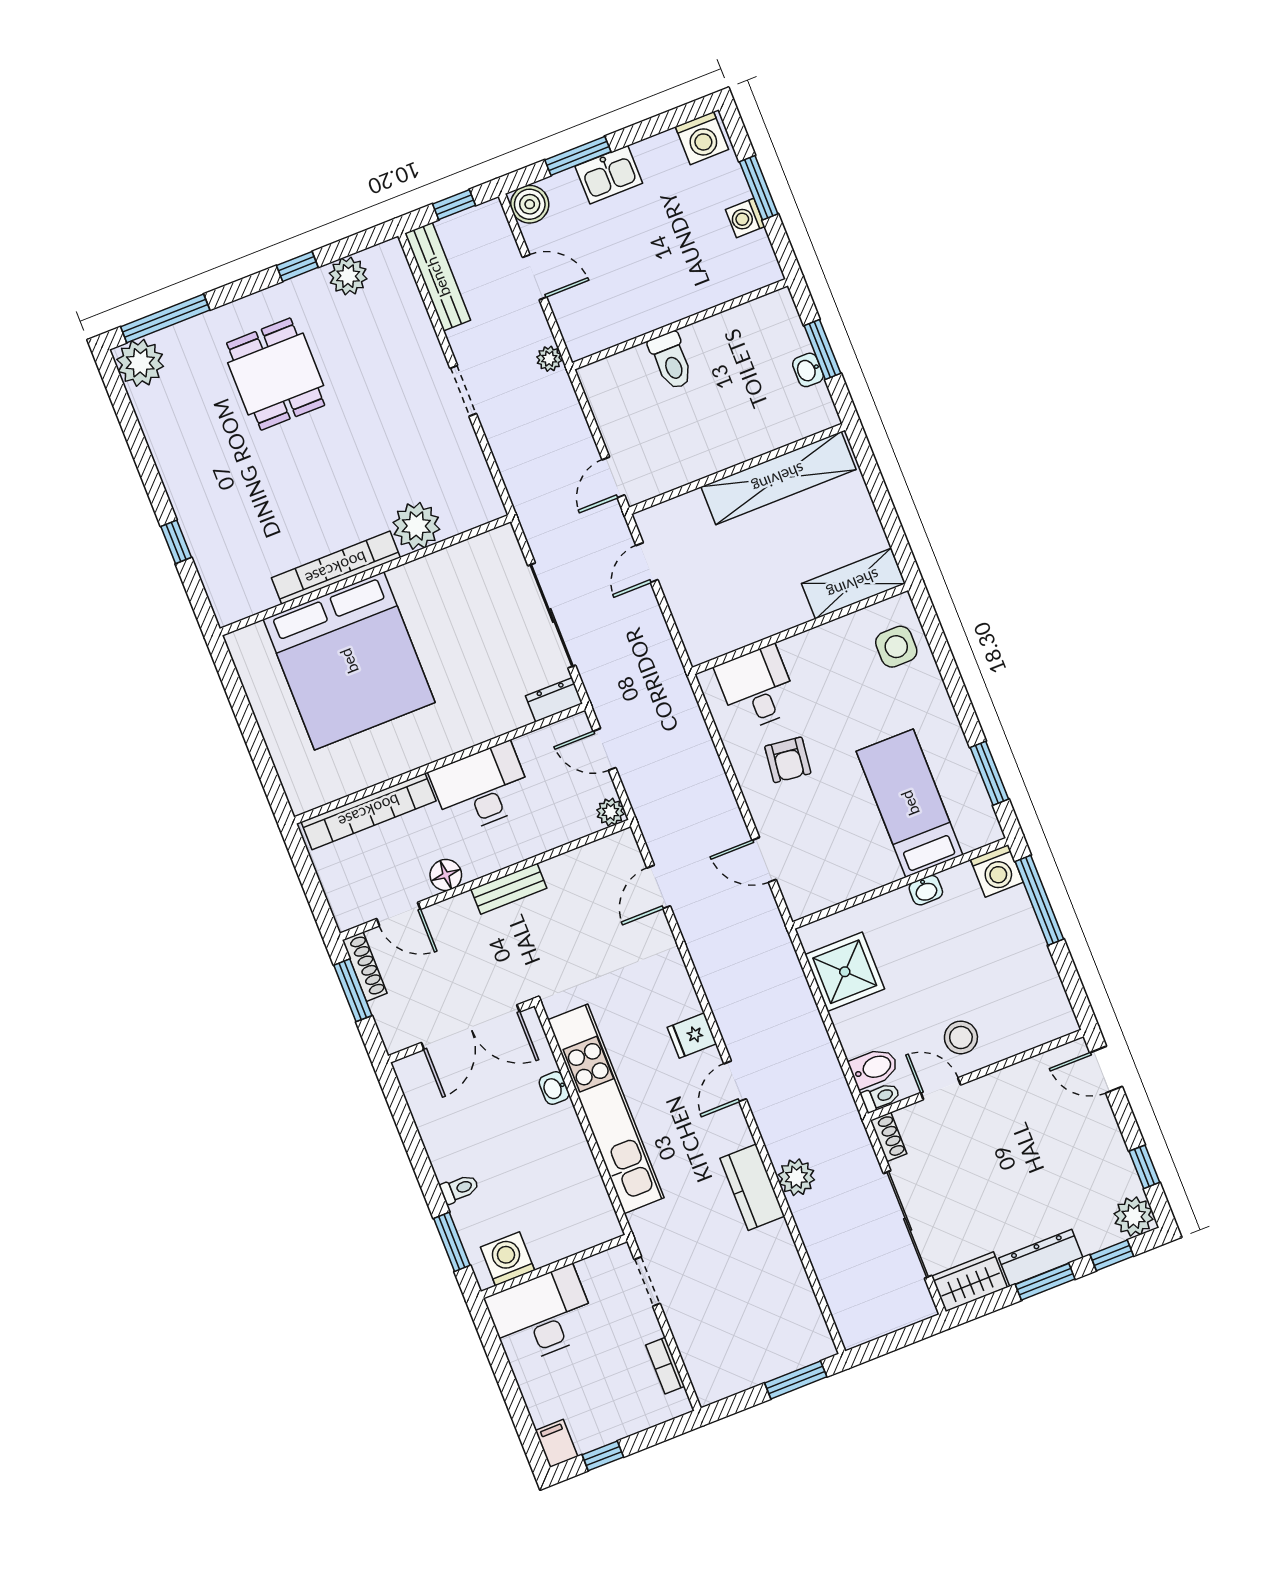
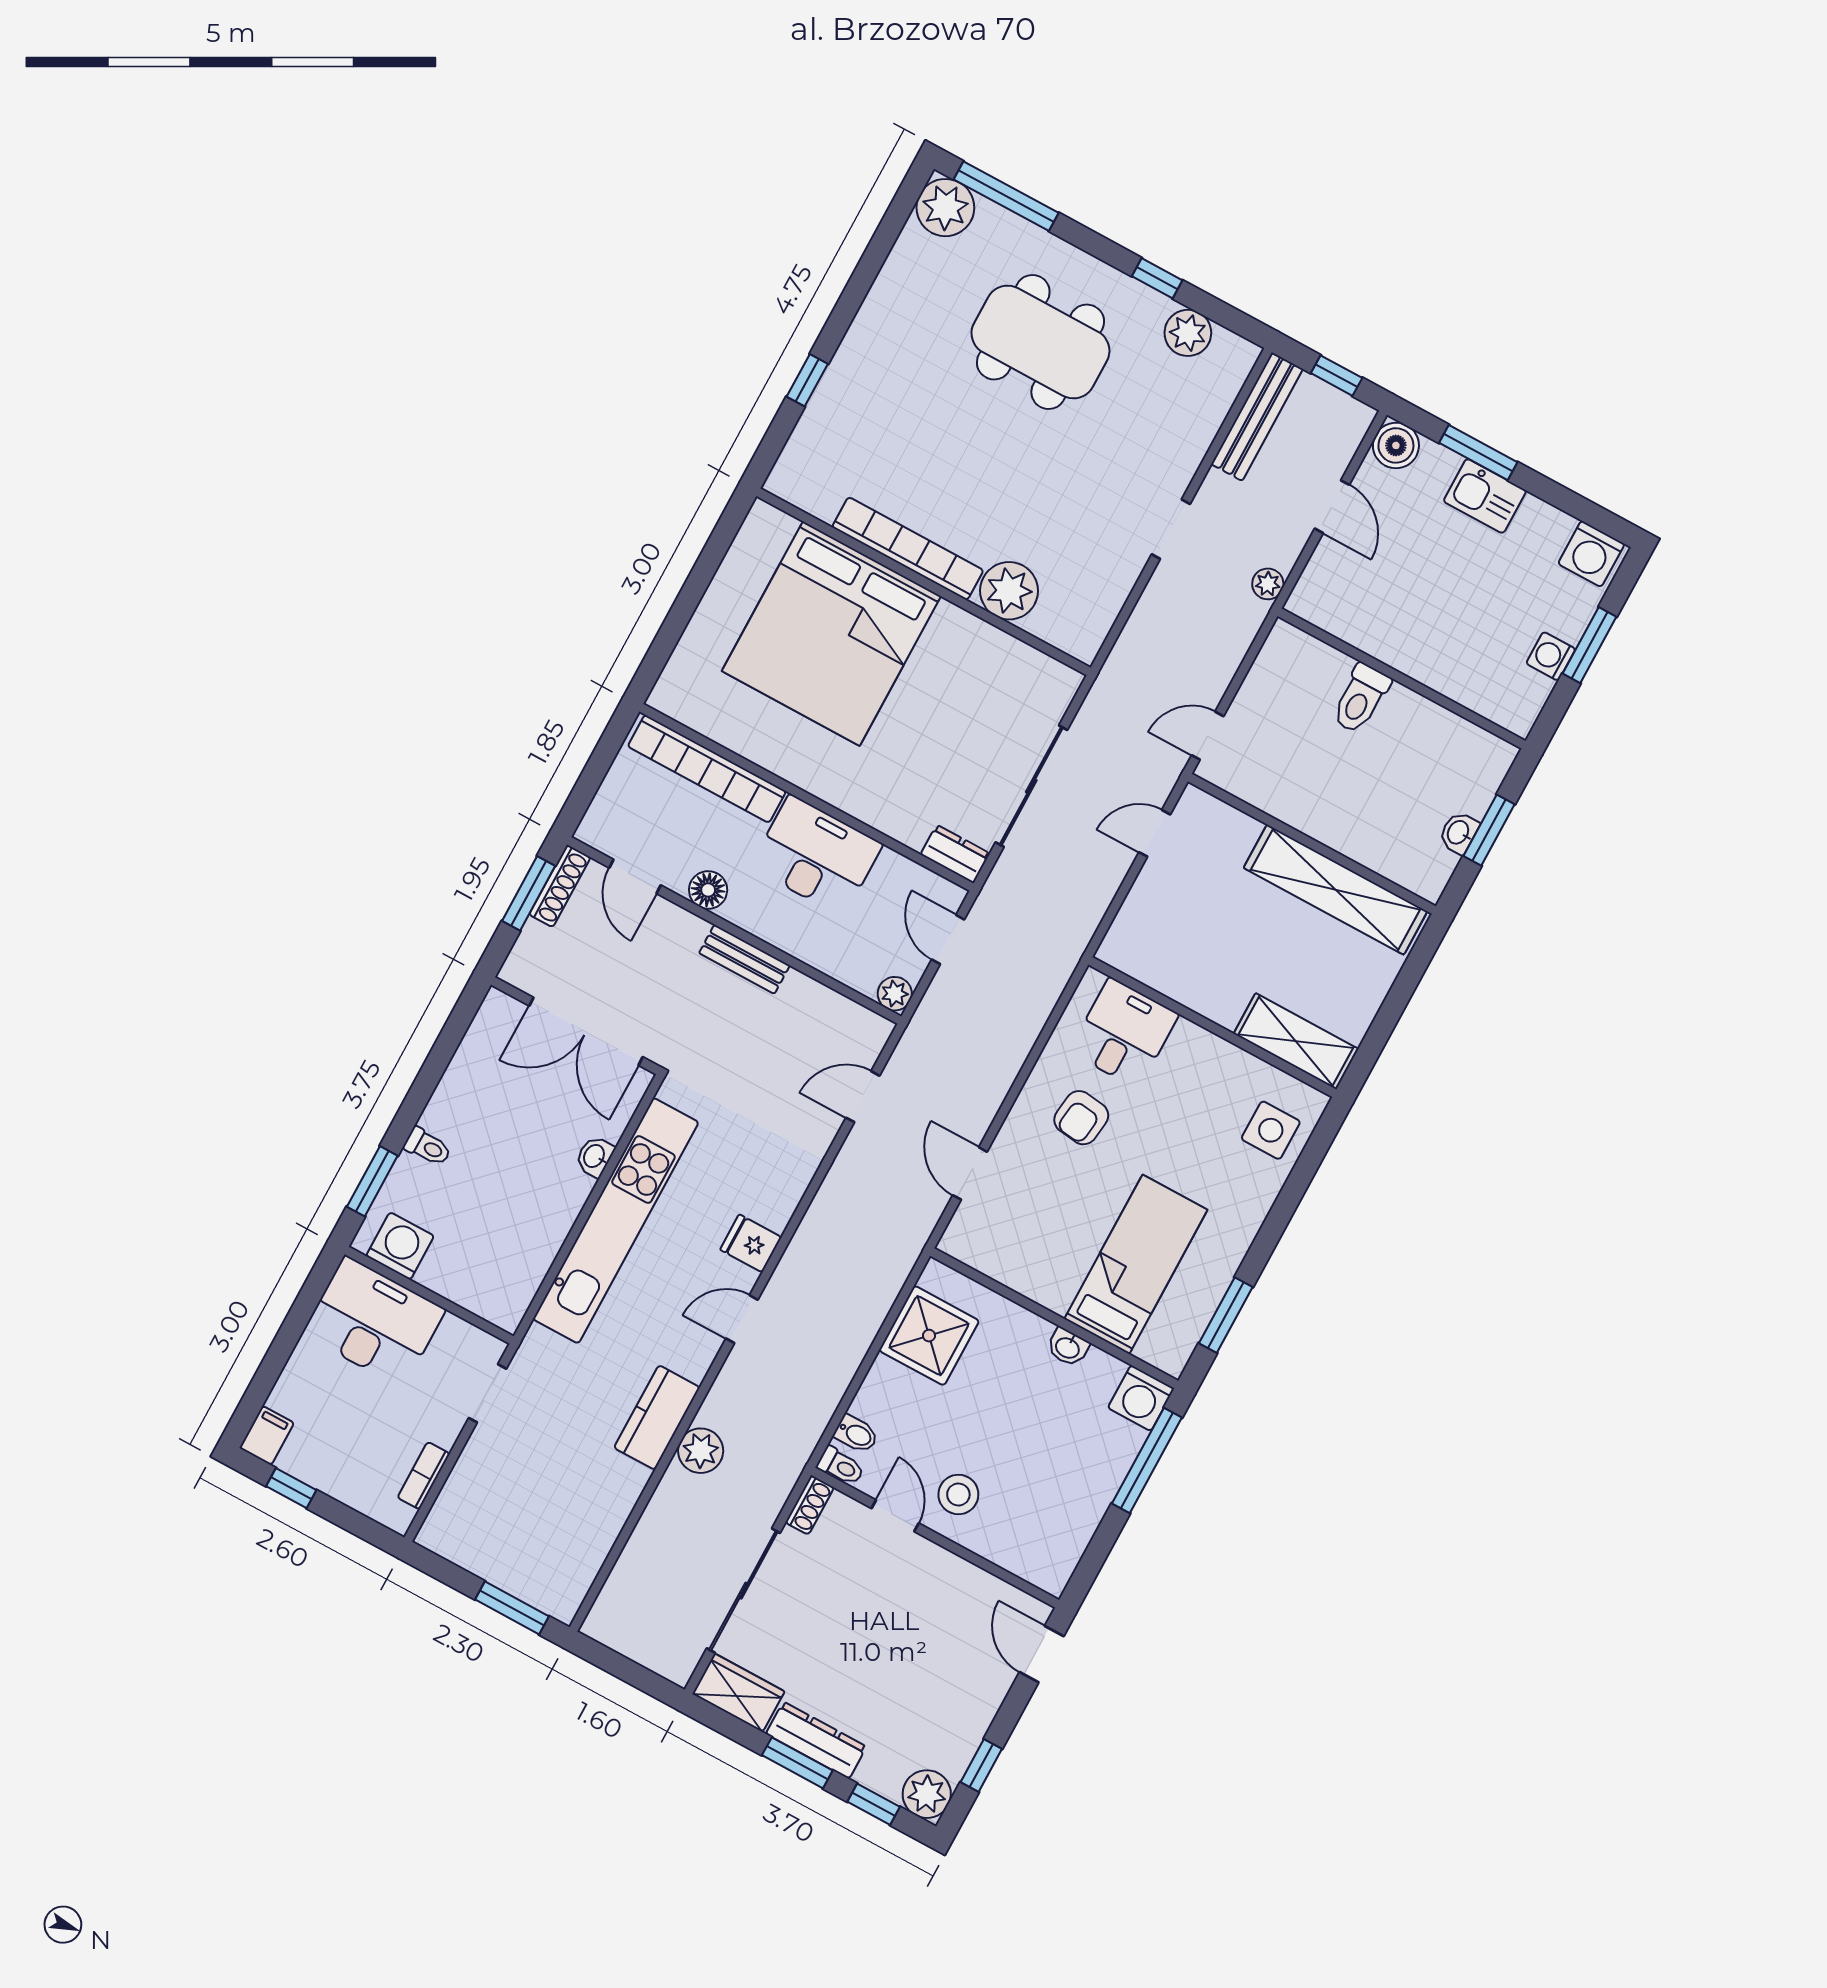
dining table: (276, 374) -> (1040, 342), width x1.37
bidet: (874, 1068) -> (856, 1434), width x0.72, depth x0.74

